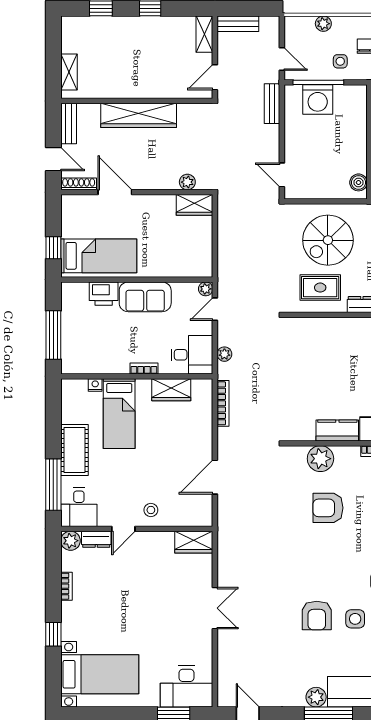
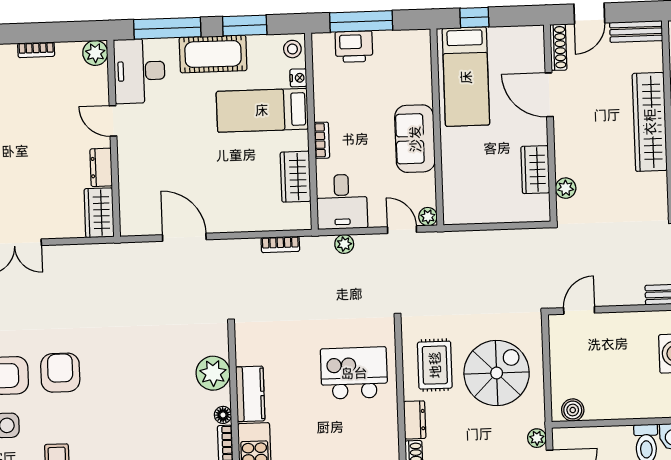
door: (115, 192) -> (549, 95), swing flipped
wardrobe: (194, 205) -> (535, 170), moved
spiral stairs: (328, 240) -> (497, 373), turned 90
printer: (104, 294) -> (354, 47), moved, turned -90
kitchen island: (324, 350) -> (354, 373), added
bookcase: (223, 403) -> (280, 244), width x0.64
window: (53, 425) -> (245, 26), added
floor lamp: (353, 452) -> (223, 415), added
desk: (79, 507) -> (139, 71), width x1.37
armchair: (328, 508) -> (60, 373), moved
stool: (151, 510) -> (292, 49), moved
dresser: (96, 539) -> (101, 167), moved

